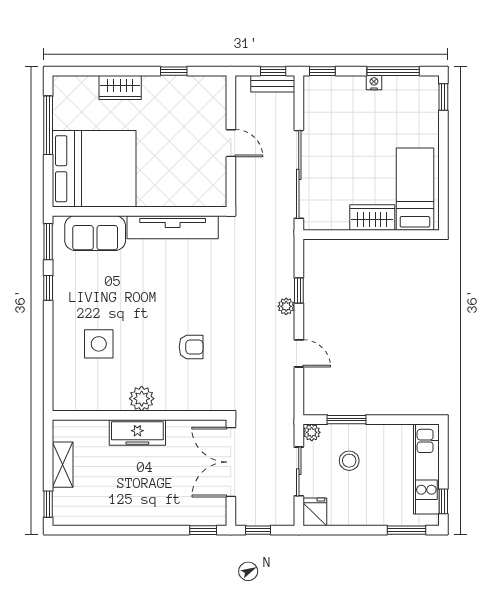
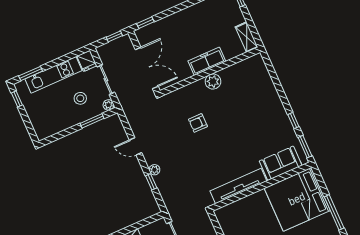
side table: (99, 344) -> (251, 102), removed
shelving: (63, 465) -> (247, 37), moved
kitchen unit: (426, 469) -> (53, 75), moved, turned 90

